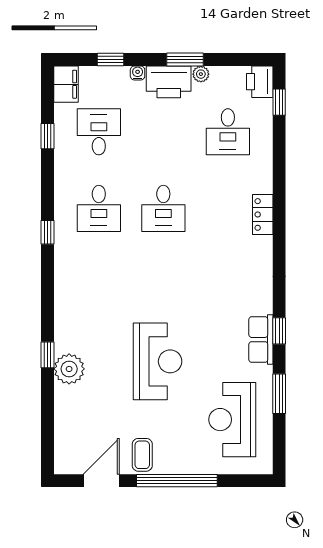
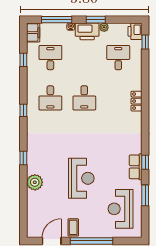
window: (111, 60) -> (57, 20), width x2.17
desk: (228, 132) -> (118, 58), turned 180
window: (48, 355) -> (23, 158), moved

